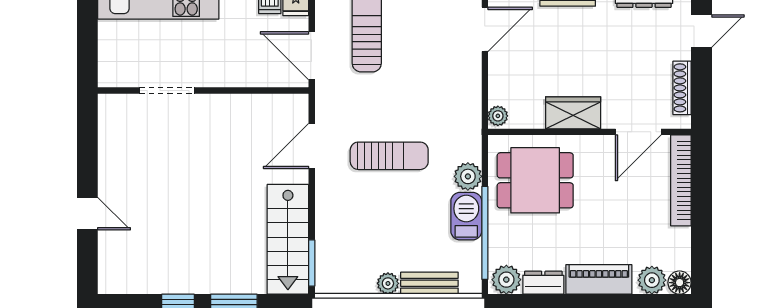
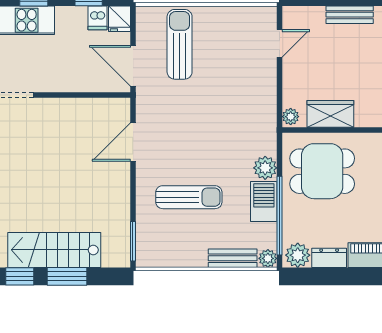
door: (485, 29) -> (280, 43), width x0.73
wardrobe: (573, 113) -> (330, 114), moved
sun lounger: (389, 156) -> (189, 197), moved
stairs: (288, 239) -> (54, 250), moved, turned 90
plant: (388, 283) -> (268, 258), moved

